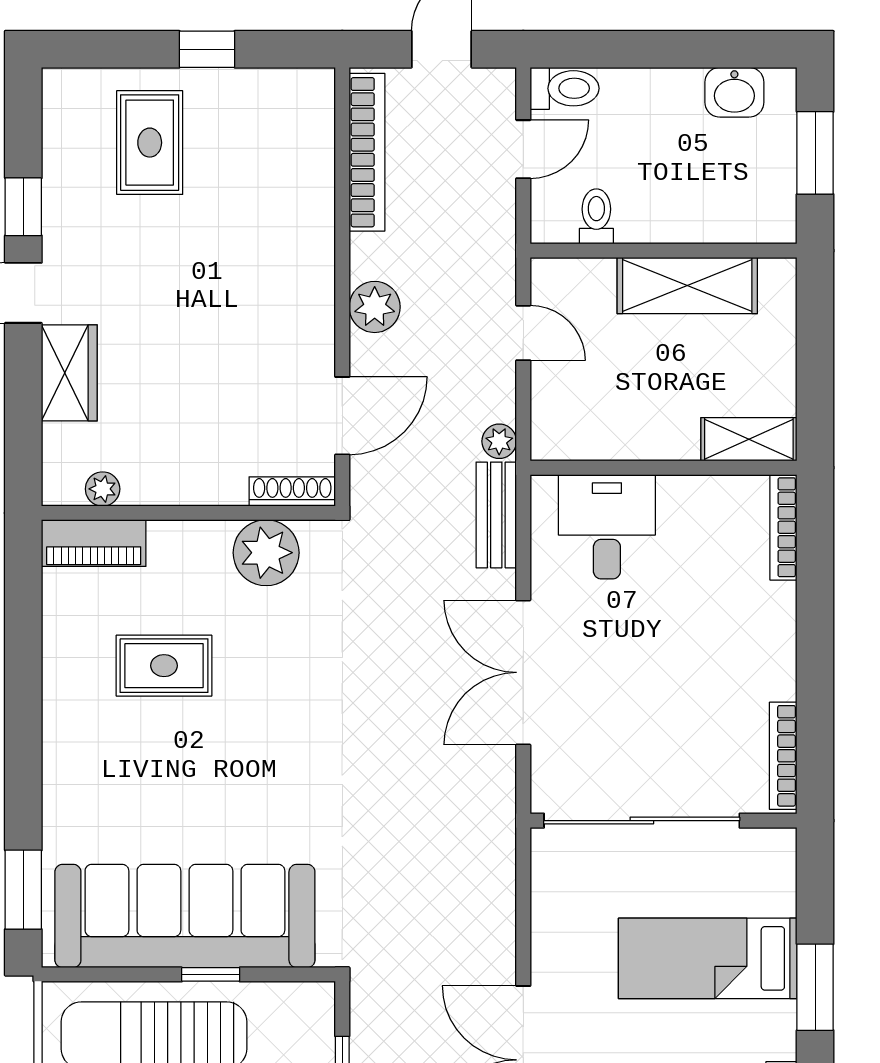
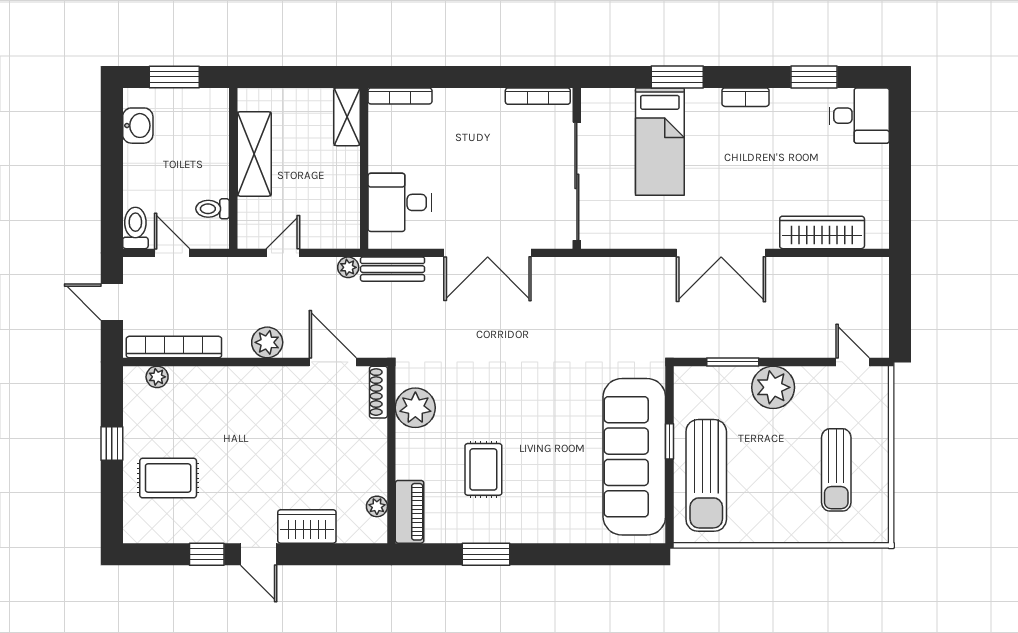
plant: (318, 124) -> (157, 377), added
window: (23, 890) -> (486, 554), moved

